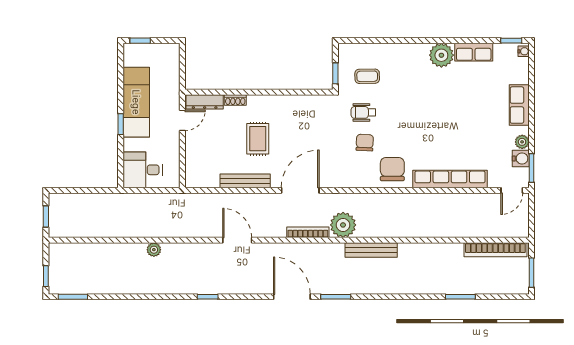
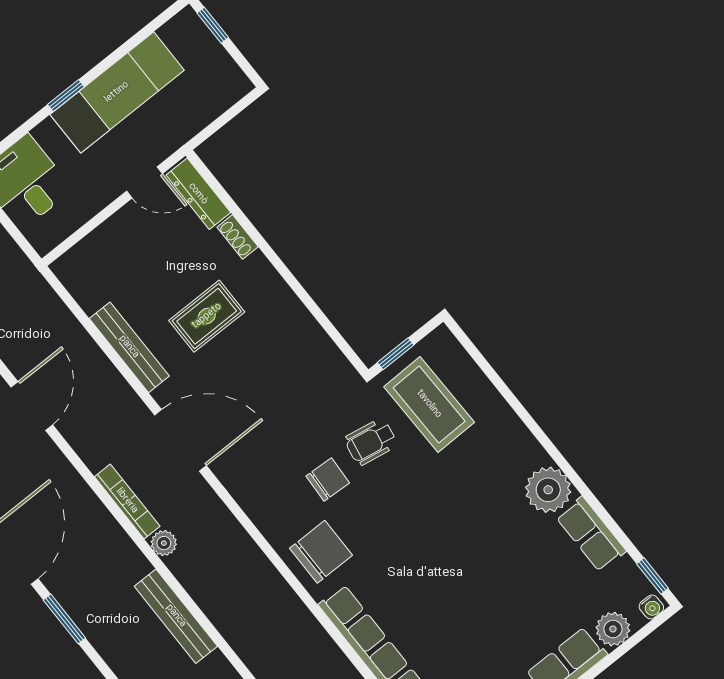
plant: (520, 74) -> (613, 629), added
coffee table: (367, 76) -> (429, 404), width x1.86, depth x1.72
wheelchair: (363, 112) -> (371, 442), turned -80
plant: (343, 225) -> (164, 543), width x0.53, depth x0.53

